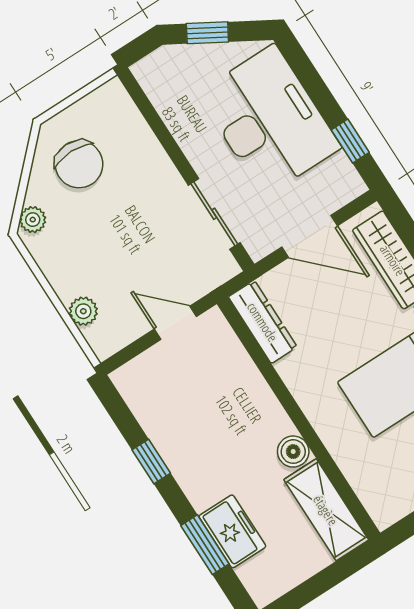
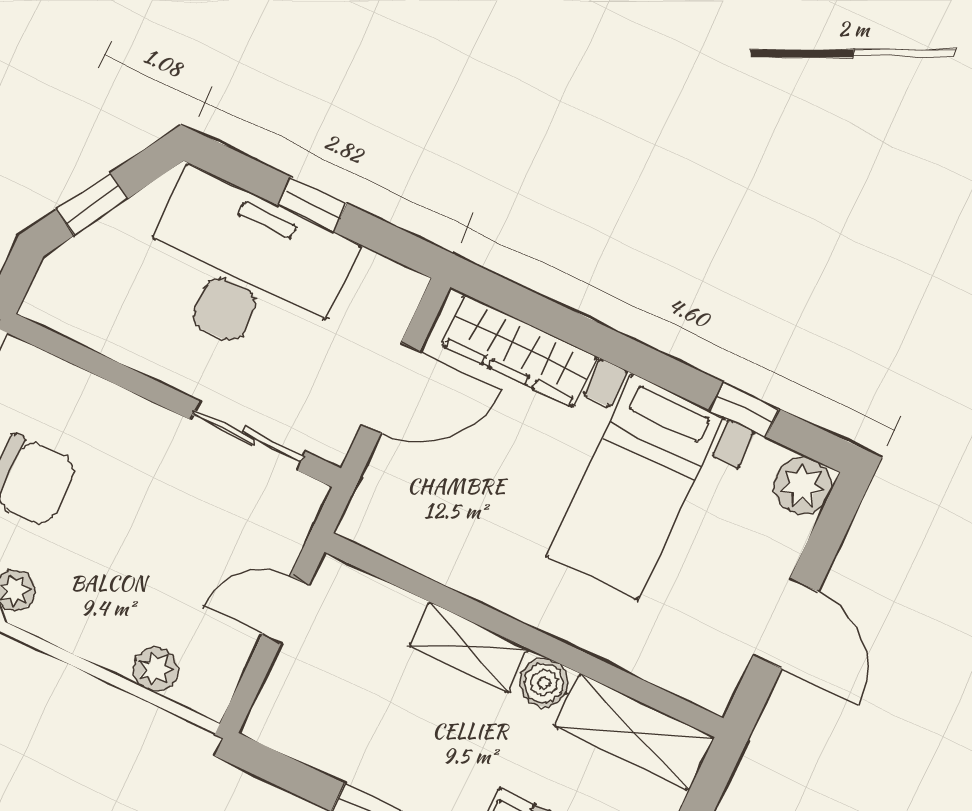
window: (350, 141) -> (312, 204), moved
dresser: (263, 322) -> (399, 538), removed
shelving: (264, 406) -> (469, 648), added

